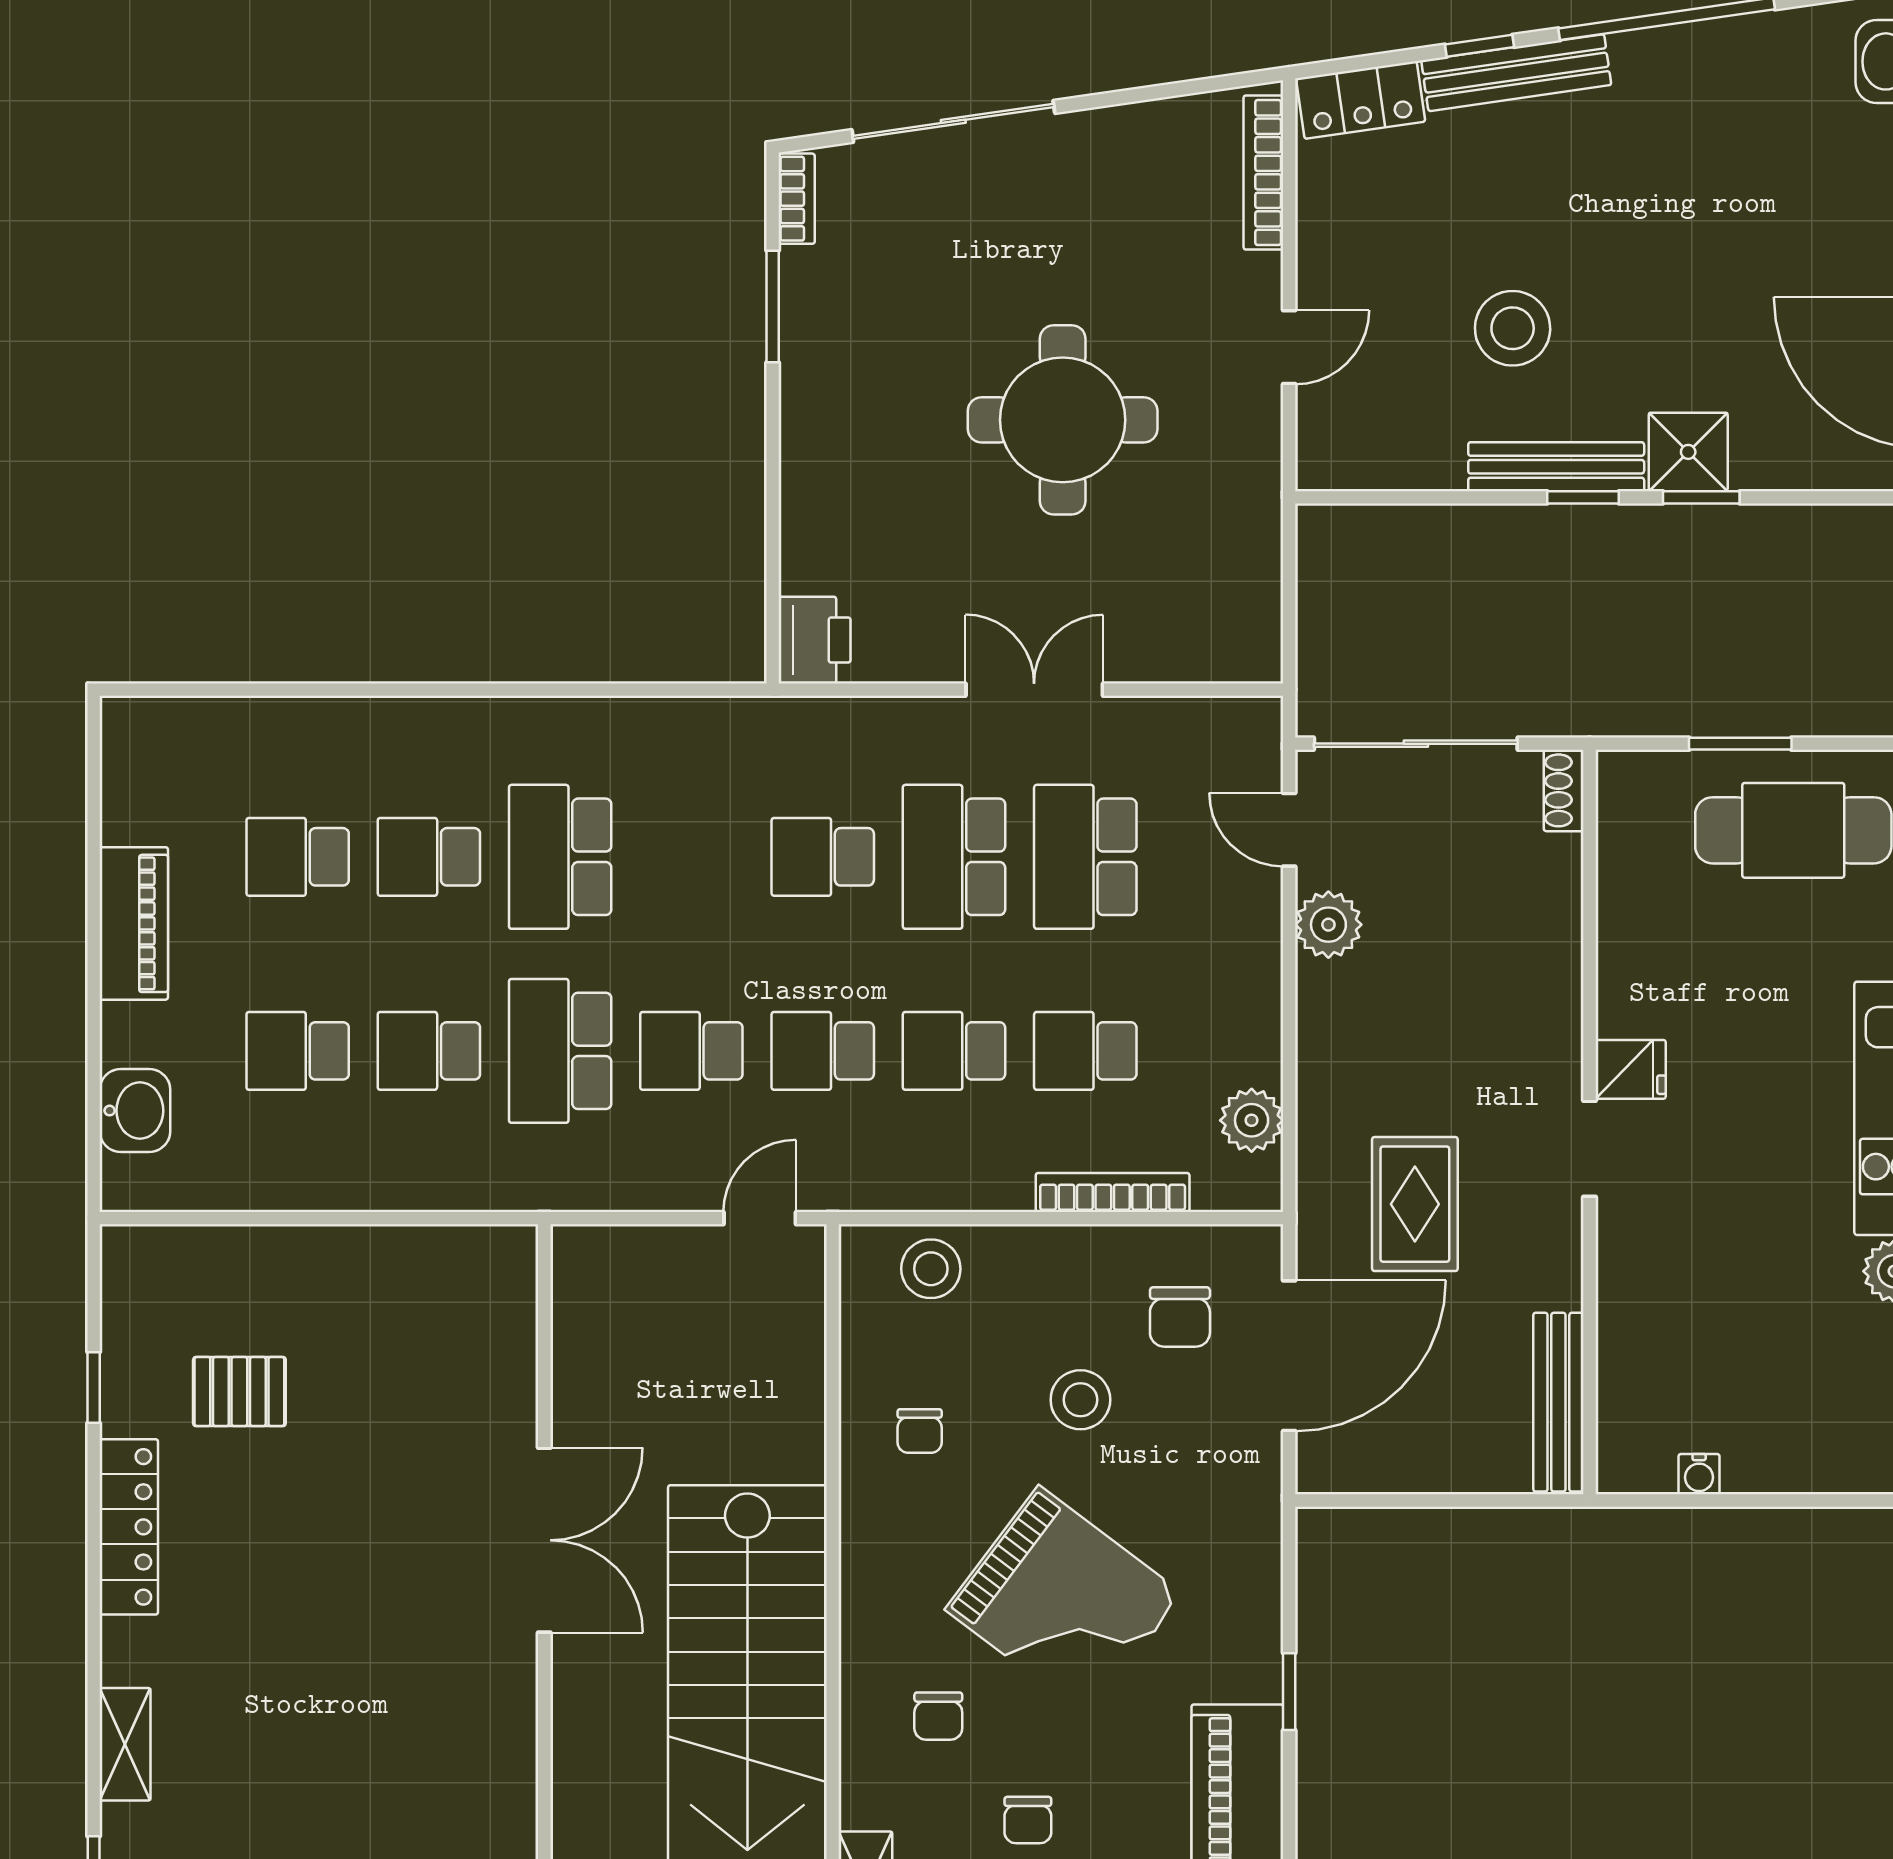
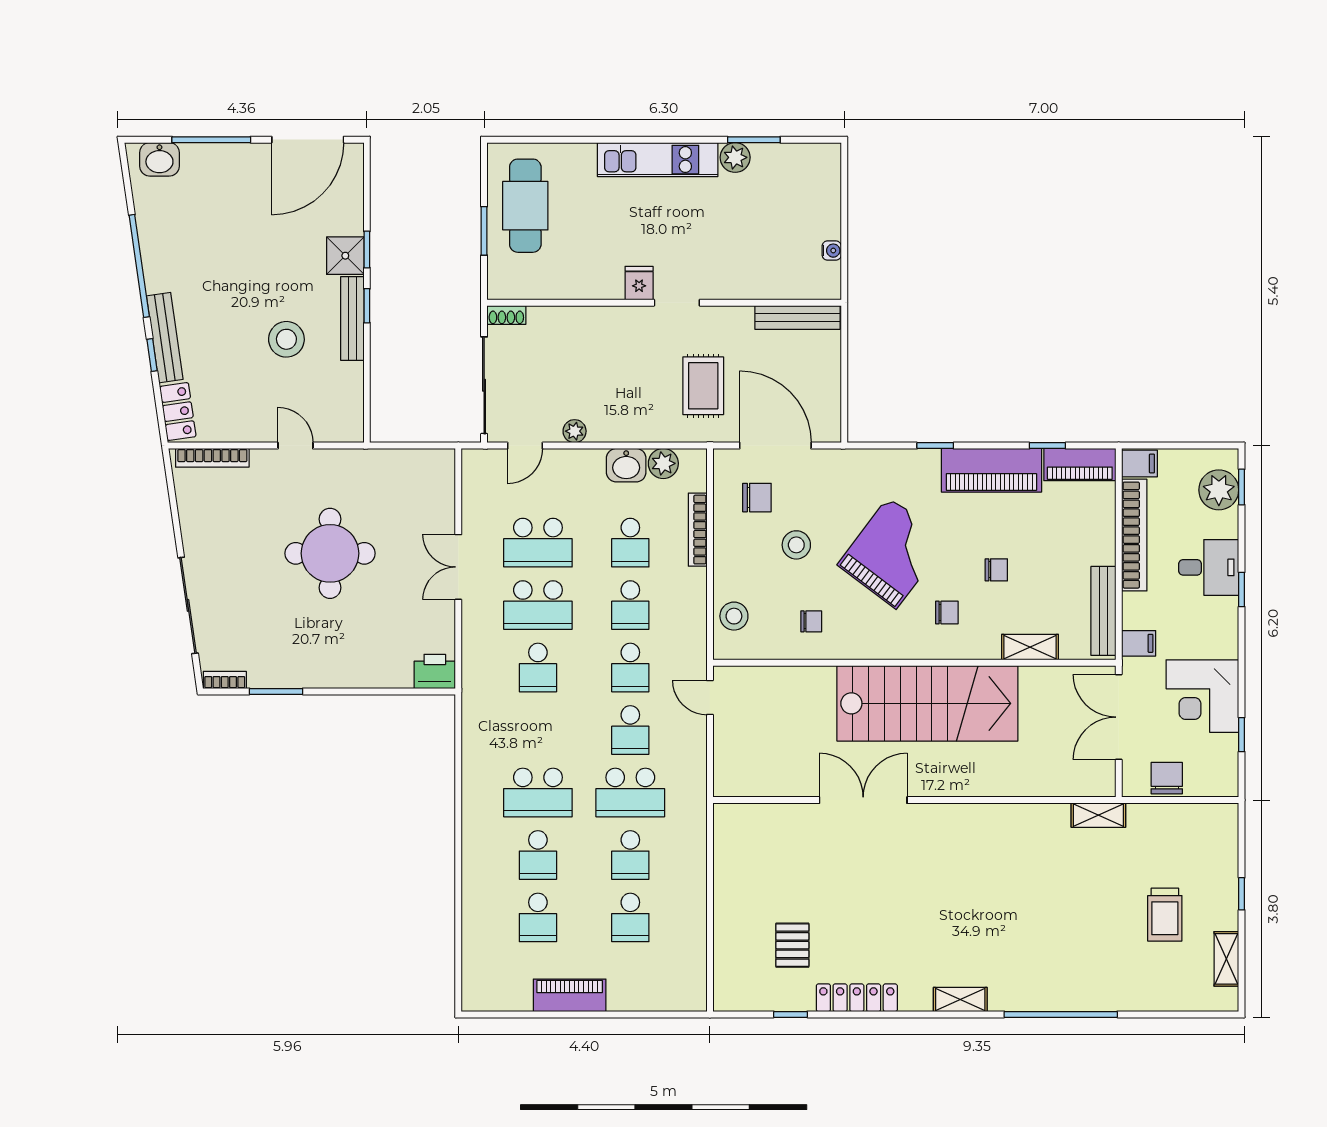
plant: (1328, 925) -> (575, 431), width x0.73, depth x0.73
washbasin: (135, 1111) -> (626, 465), moved, turned 180
rug: (1415, 1204) -> (703, 386), turned 90

